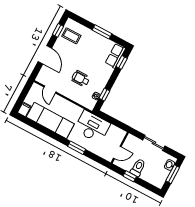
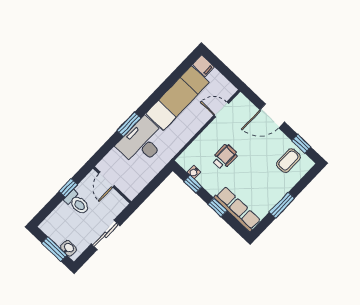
row of seats: (115, 56) -> (237, 209), width x1.48
window: (122, 62) -> (217, 207), moved
desk: (92, 127) -> (142, 142), moved, turned 180

